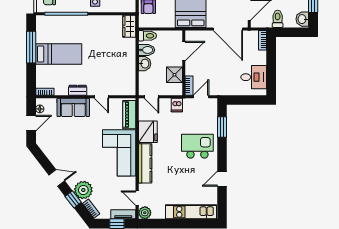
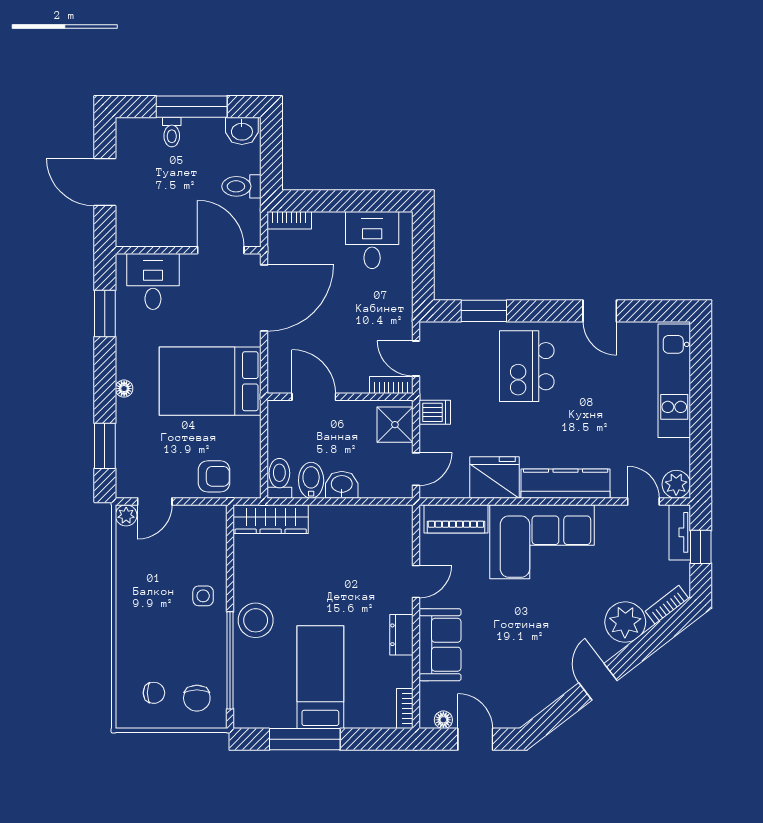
stool: (84, 25) -> (256, 620), added
wardrobe: (129, 26) -> (271, 519), width x1.50
shower: (174, 75) -> (395, 425), moved
door: (137, 198) -> (643, 501), swing flipped
window: (73, 199) -> (646, 645), removed

